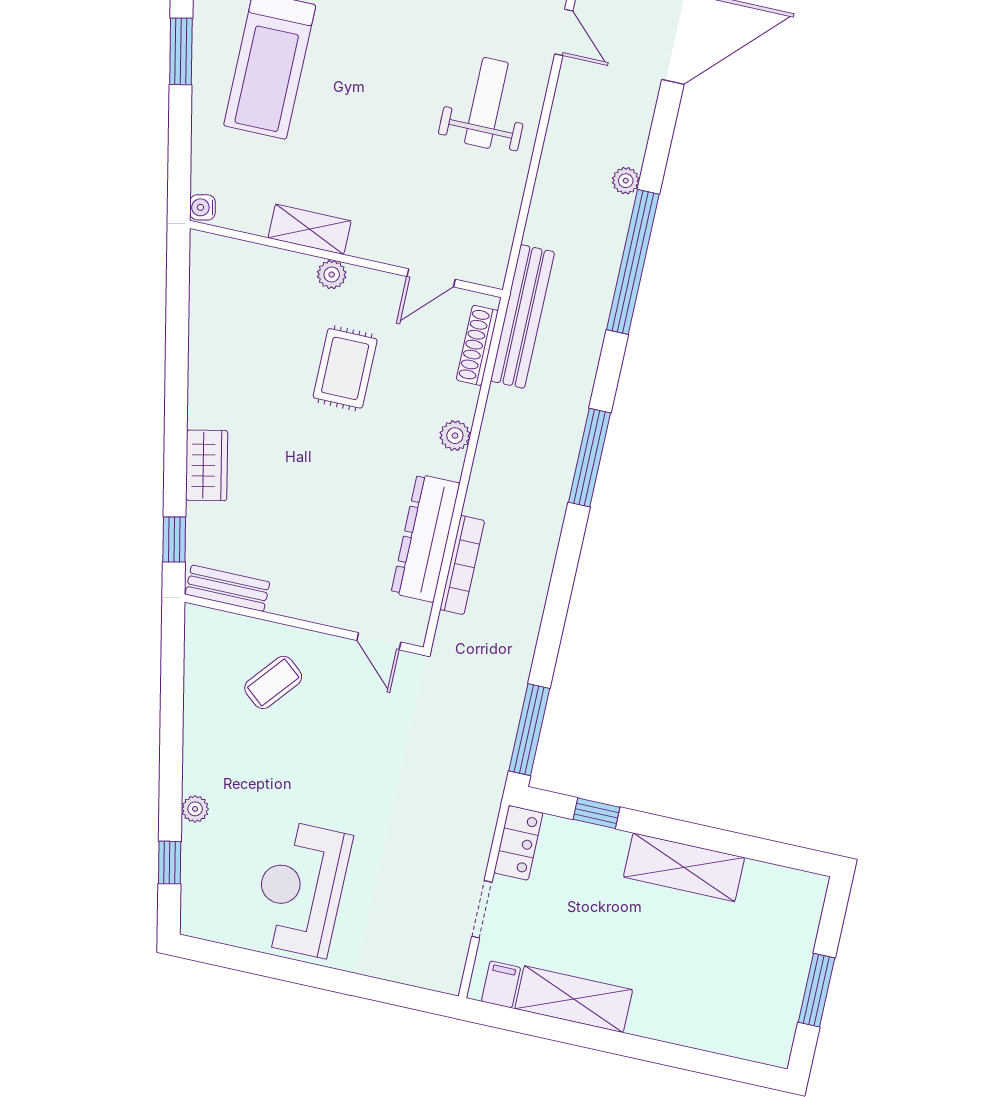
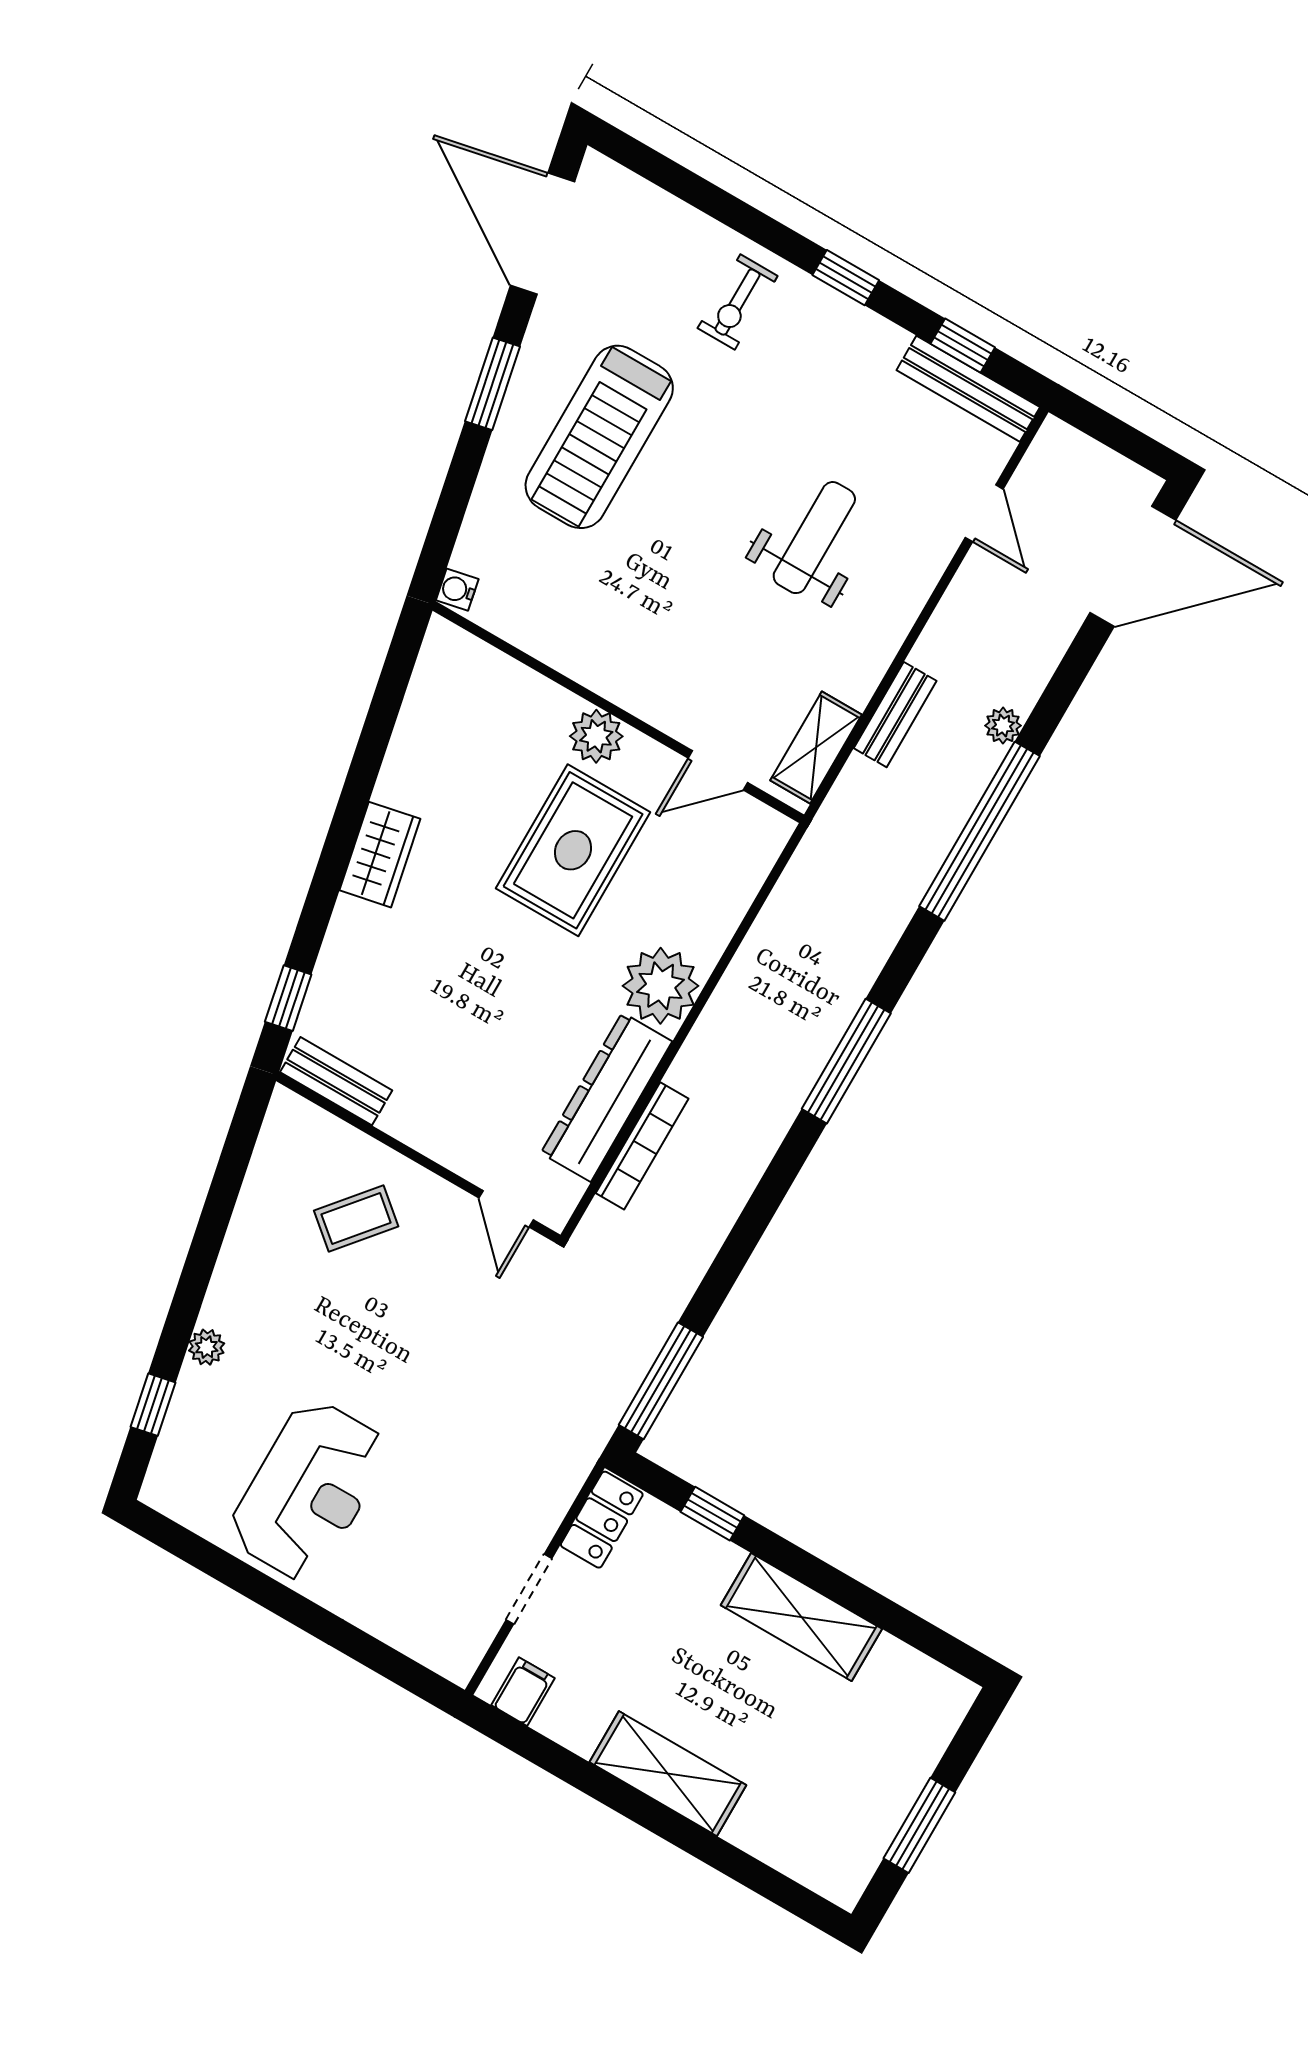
weight bench: (486, 103) -> (814, 538), moved
shelving: (310, 229) -> (816, 748), moved, turned 90
plant: (332, 275) -> (596, 736), width x1.38, depth x1.38
bench: (522, 316) -> (895, 715), moved, width x0.54, depth x0.82
shoe rack: (477, 345) -> (749, 874), removed
rug: (345, 368) -> (573, 850), width x1.36, depth x1.43
plant: (455, 436) -> (661, 986), width x1.87, depth x1.87
wardrobe: (207, 465) -> (380, 855), moved
reception desk: (301, 889) -> (309, 1491), turned 180
shelving: (574, 999) -> (668, 1774), moved

